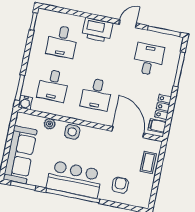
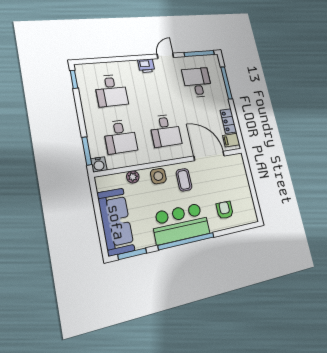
printer: (97, 30) -> (146, 66), width x0.53, depth x0.68
coffee table: (148, 162) -> (184, 180), moved

